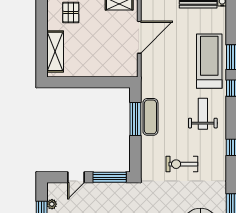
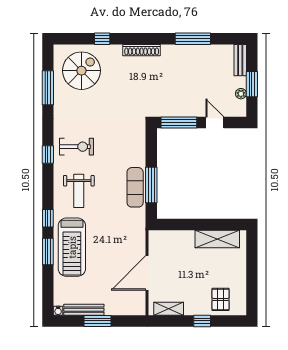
shelving: (55, 51) -> (217, 239), moved, turned 90
exercise bike: (182, 164) -> (77, 147), moved
door: (76, 177) -> (215, 123), hinge flipped

